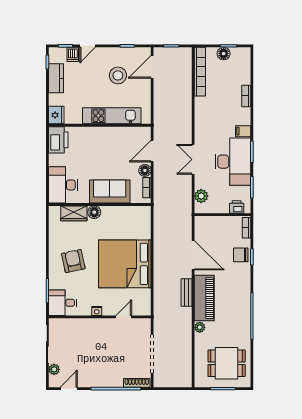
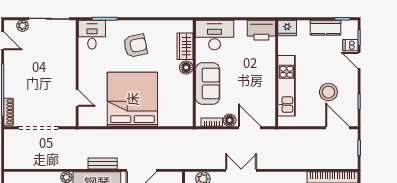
nightstand: (97, 311) -> (83, 70), removed

